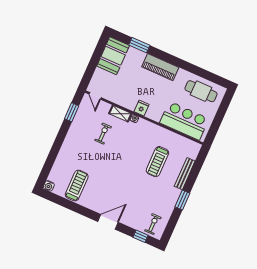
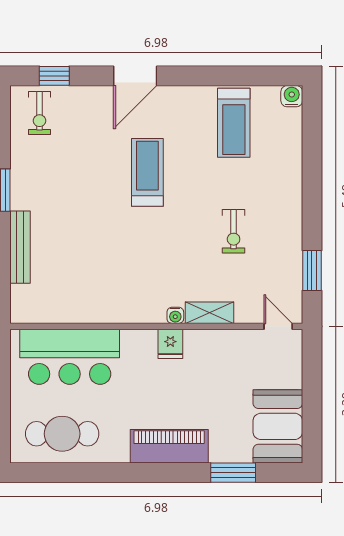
exercise bike: (103, 134) -> (234, 231), moved
treadmill: (157, 162) -> (147, 172), moved

